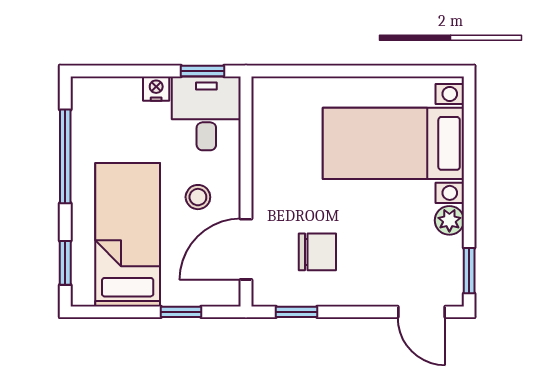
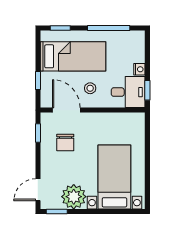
plant: (449, 220) -> (74, 197), width x1.88, depth x1.88

